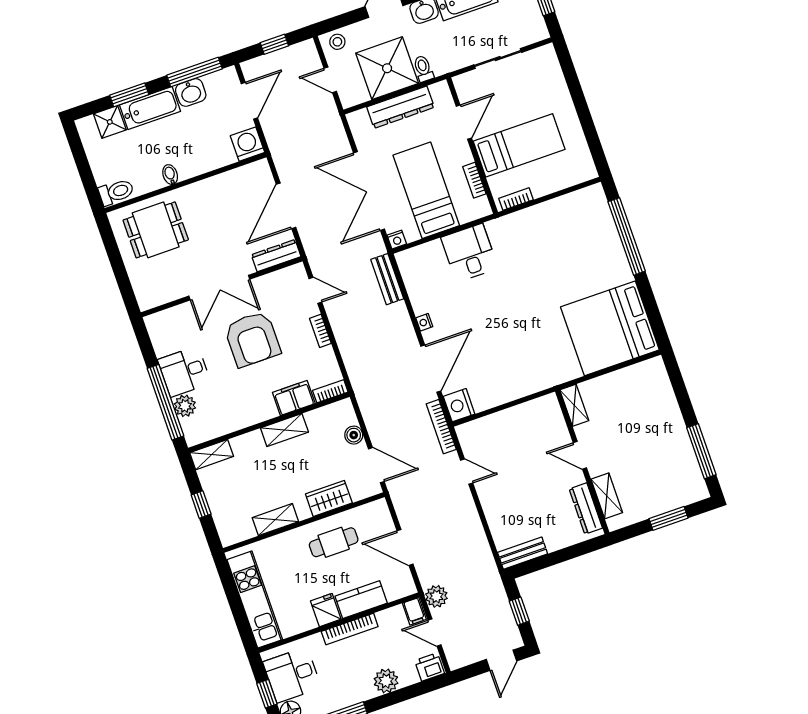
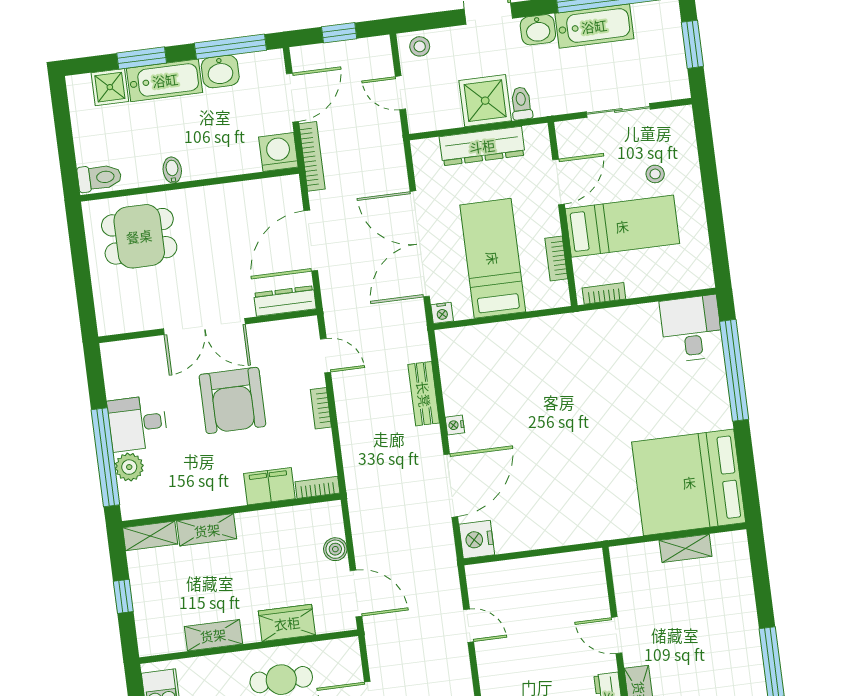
shower: (387, 68) -> (485, 101), width x0.73, depth x0.73
stool: (536, 101) -> (655, 174), added
desk: (469, 253) -> (692, 329), moved
bench: (387, 279) -> (424, 394), moved
shelving: (574, 405) -> (686, 548), moved, turned 90
bookcase: (441, 427) -> (312, 156), moved, turned 180
shelving: (284, 430) -> (207, 530), moved

